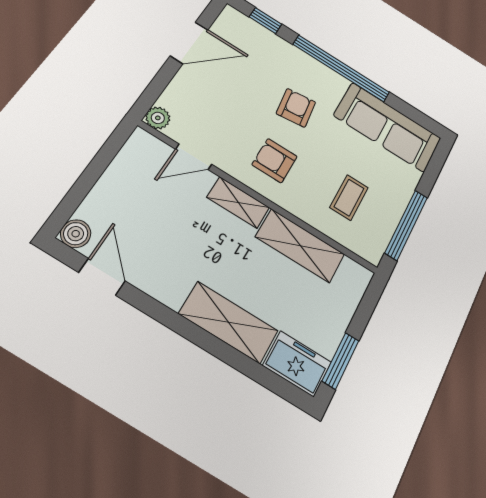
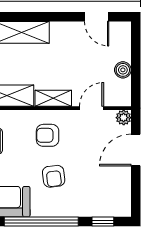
door: (189, 43) -> (136, 150), moved
armchair: (275, 161) -> (48, 135), turned 180
boiler: (76, 234) -> (123, 70), moved

